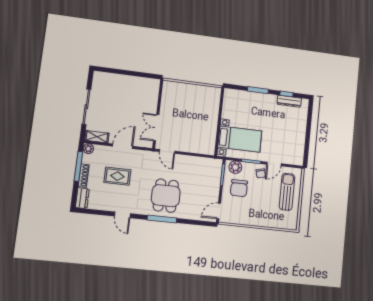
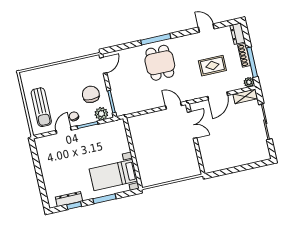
bed with nightstands: (240, 139) -> (113, 175), moved
door: (122, 215) -> (206, 28), moved

